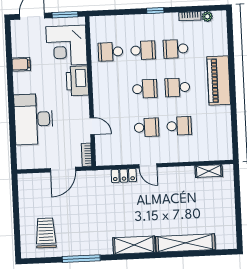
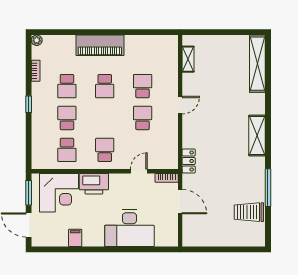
plant: (207, 16) -> (37, 40), moved
school desk: (145, 89) -> (105, 150), moved
door: (148, 166) -> (180, 105), moved
locker: (124, 176) -> (189, 161), moved
trolley: (46, 233) -> (249, 212), moved
shelving: (185, 243) -> (257, 64), moved

